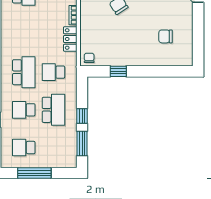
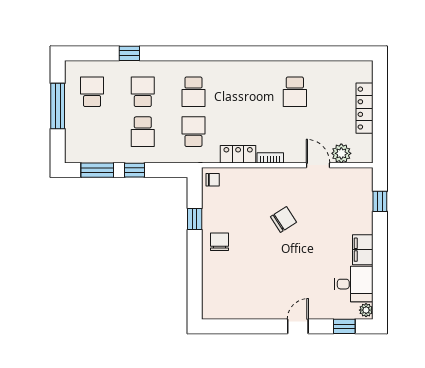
chair: (165, 36) -> (219, 242), moved
school desk: (24, 72) -> (193, 92), width x0.54
school desk: (53, 110) -> (143, 132), width x0.54

